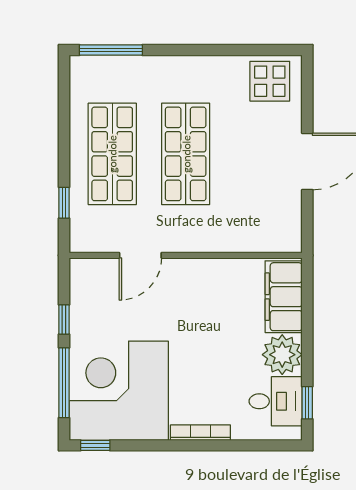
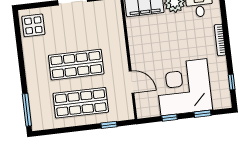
window: (64, 383) -> (202, 114), width x0.46
corner desk: (119, 391) -> (184, 87), moved, turned 90
window: (95, 445) -> (232, 82), moved

